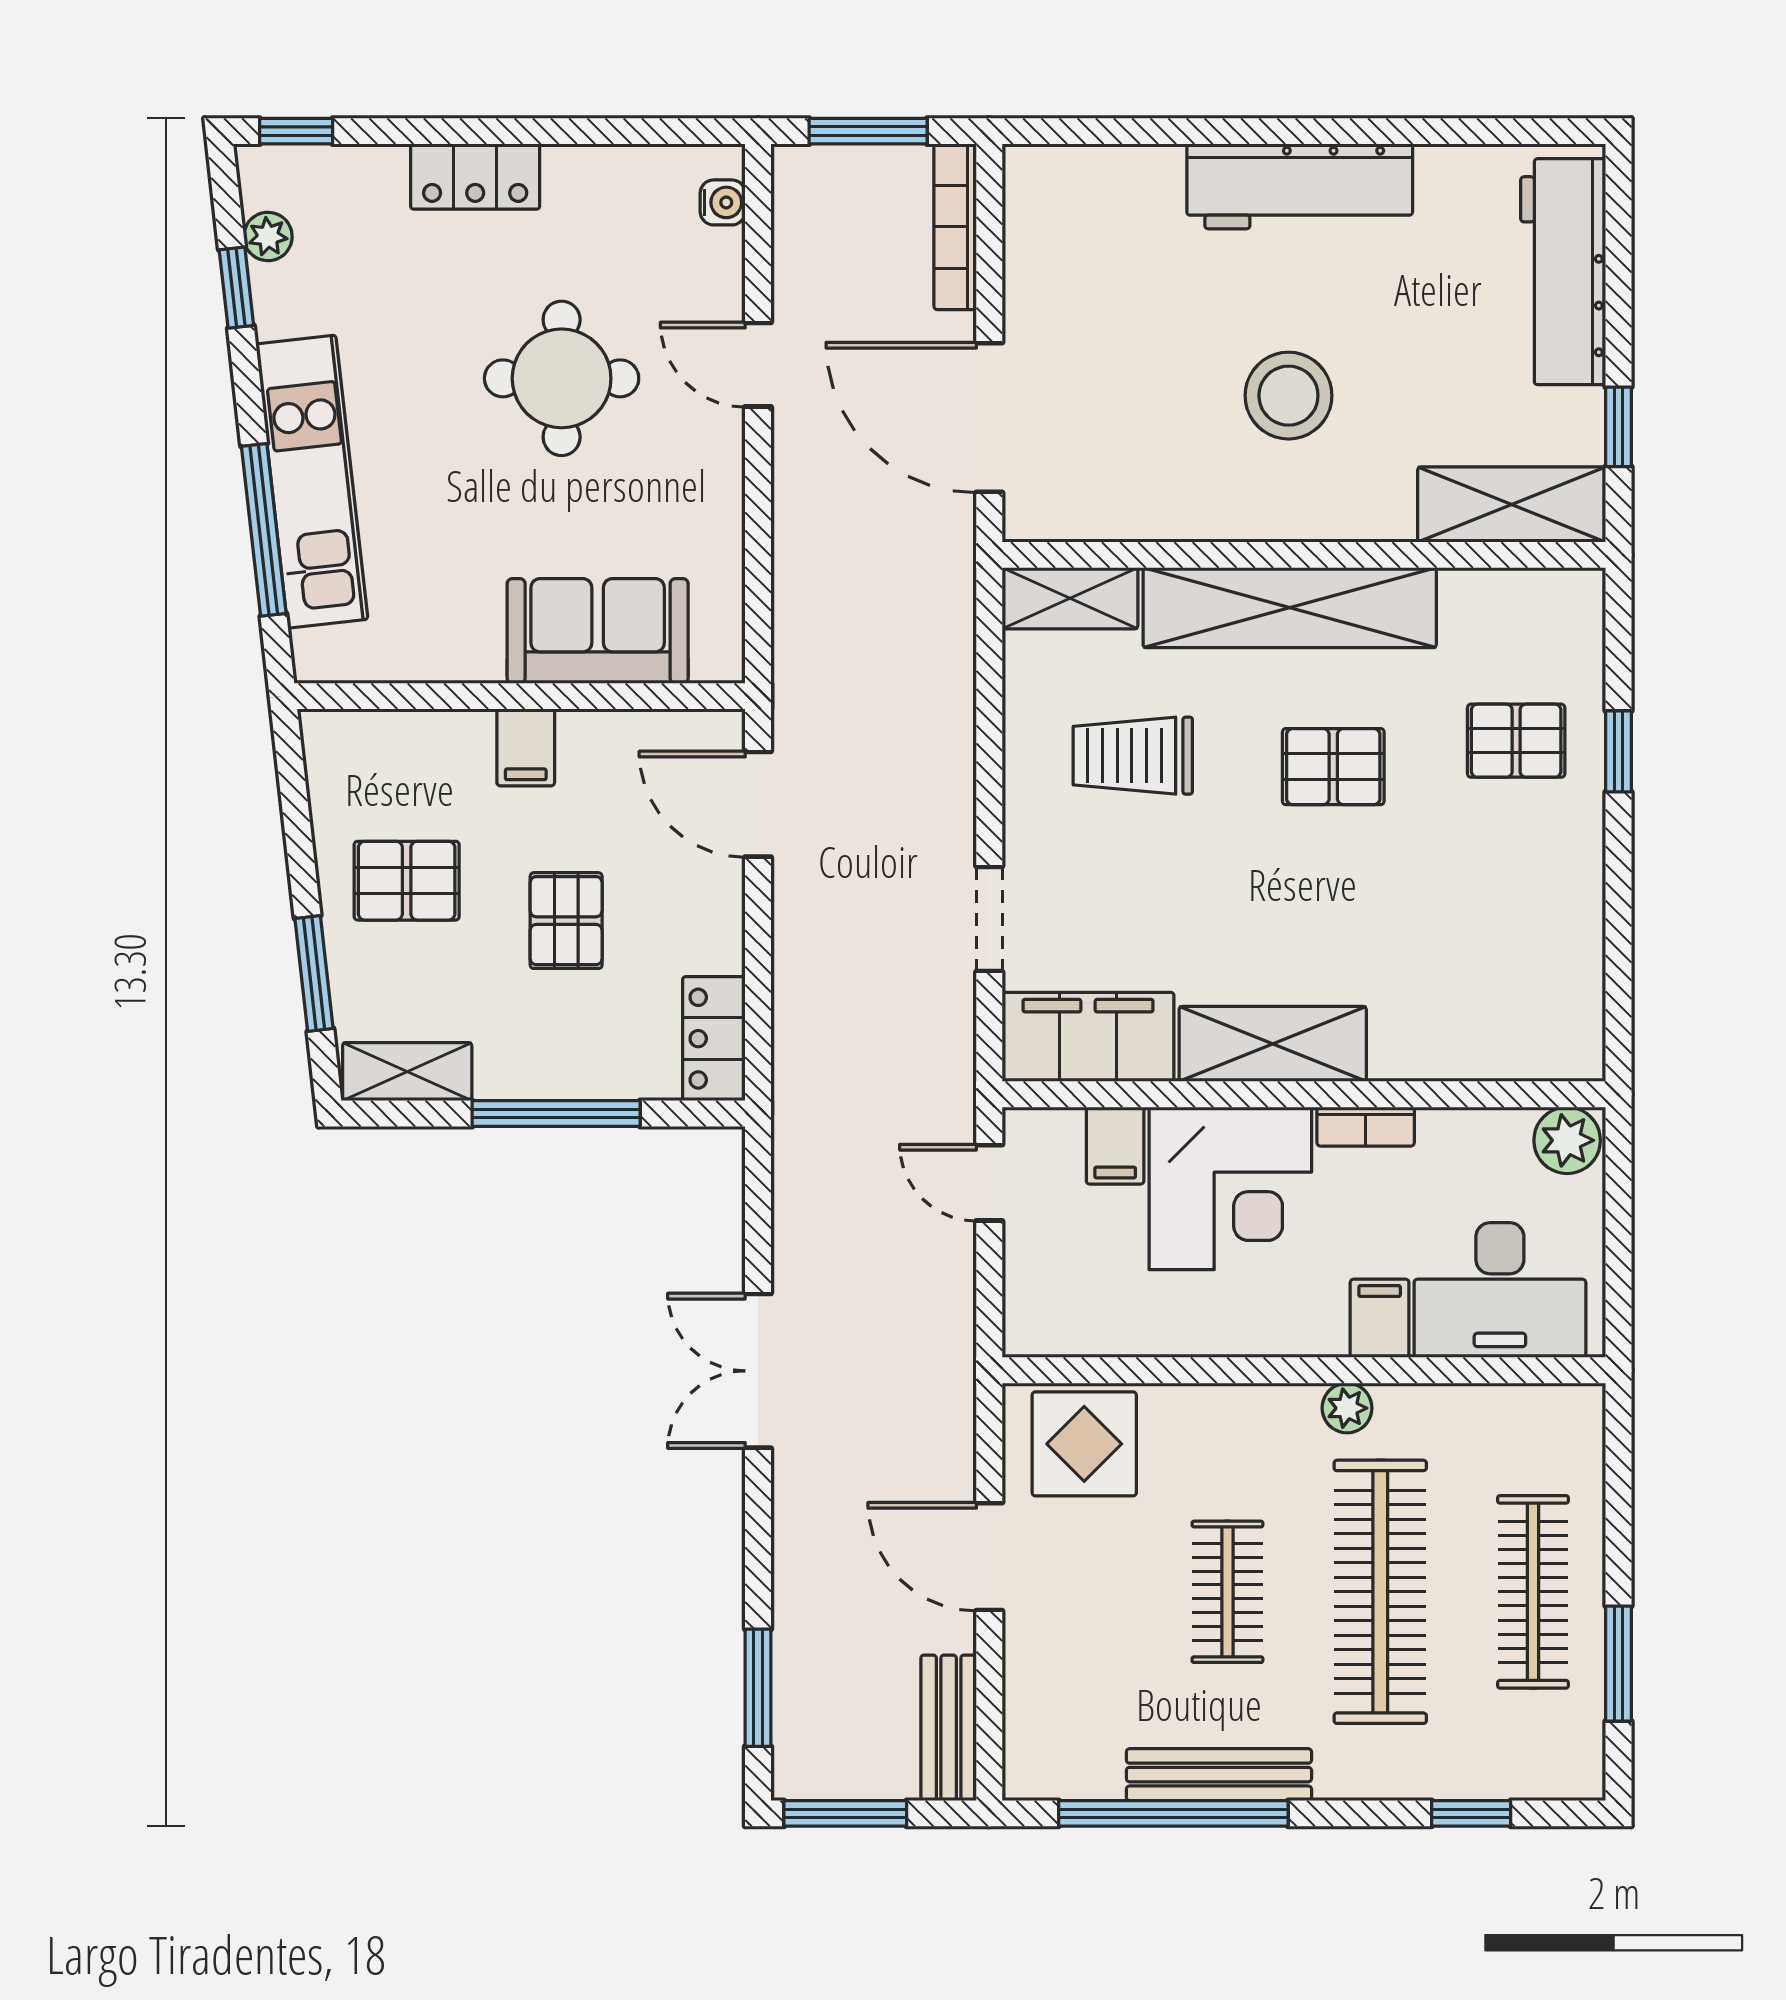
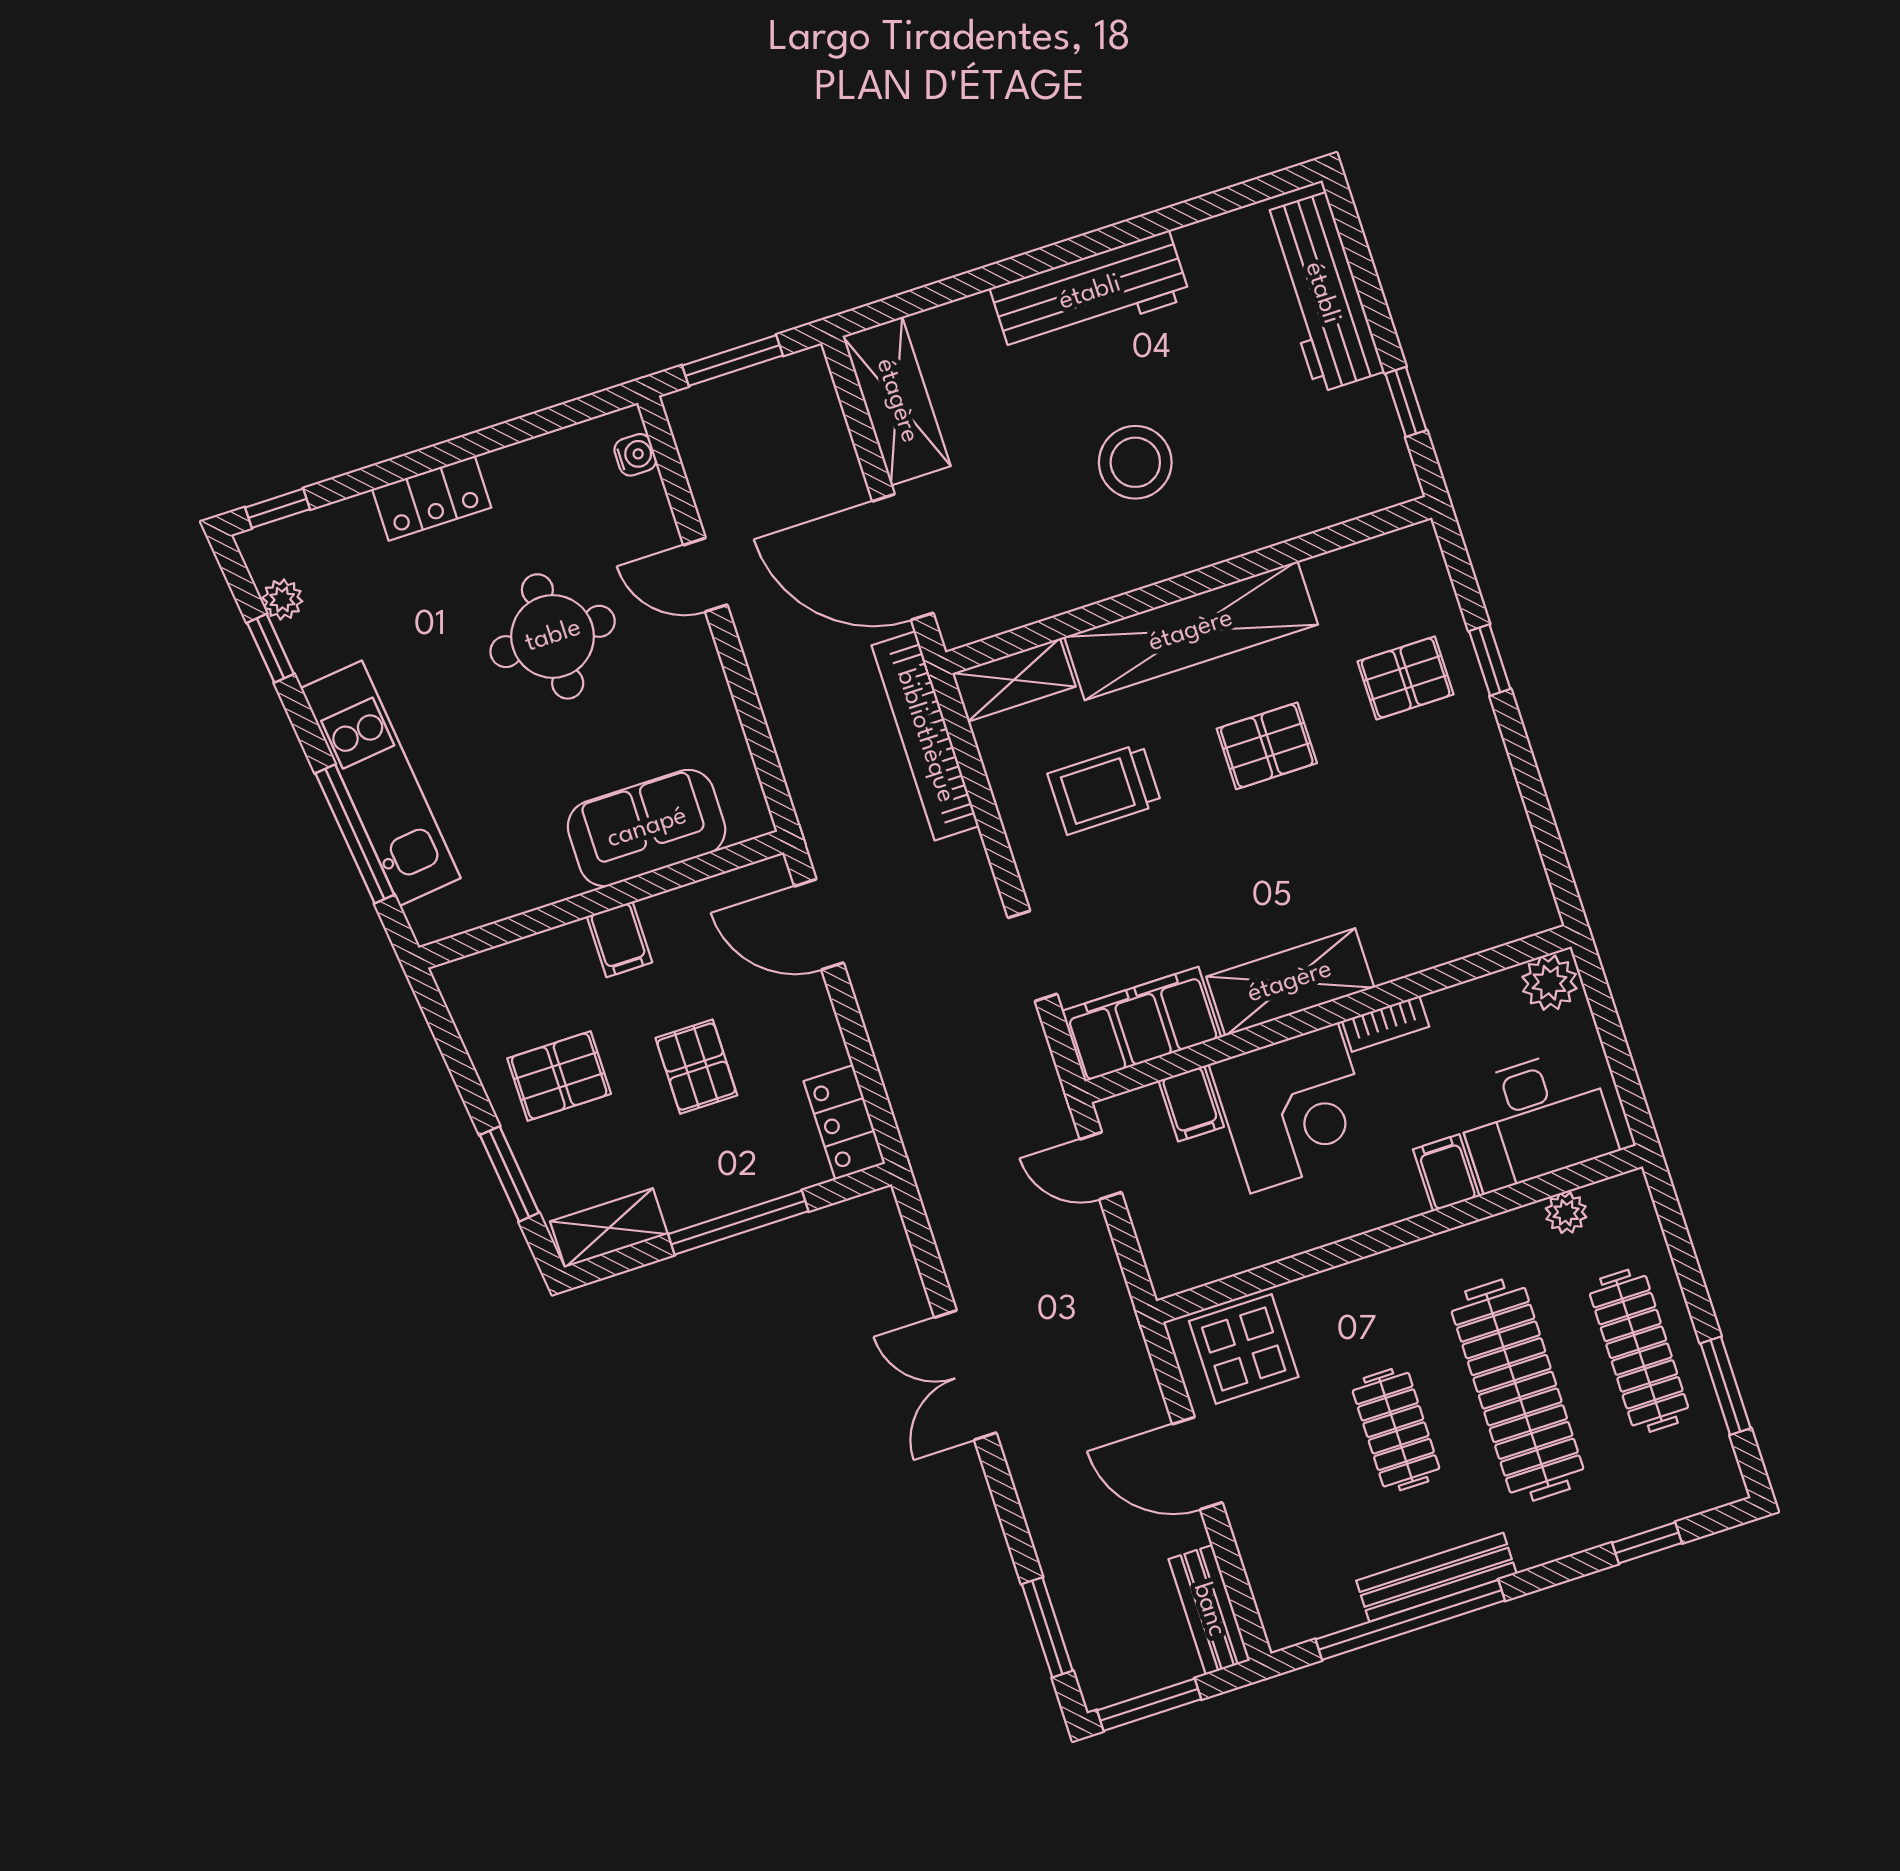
bookcase: (955, 227) -> (925, 736), moved, width x1.48, depth x1.31
shelving: (1512, 504) -> (897, 401), moved, turned 90
plant: (1347, 1408) -> (1566, 1213), moved

